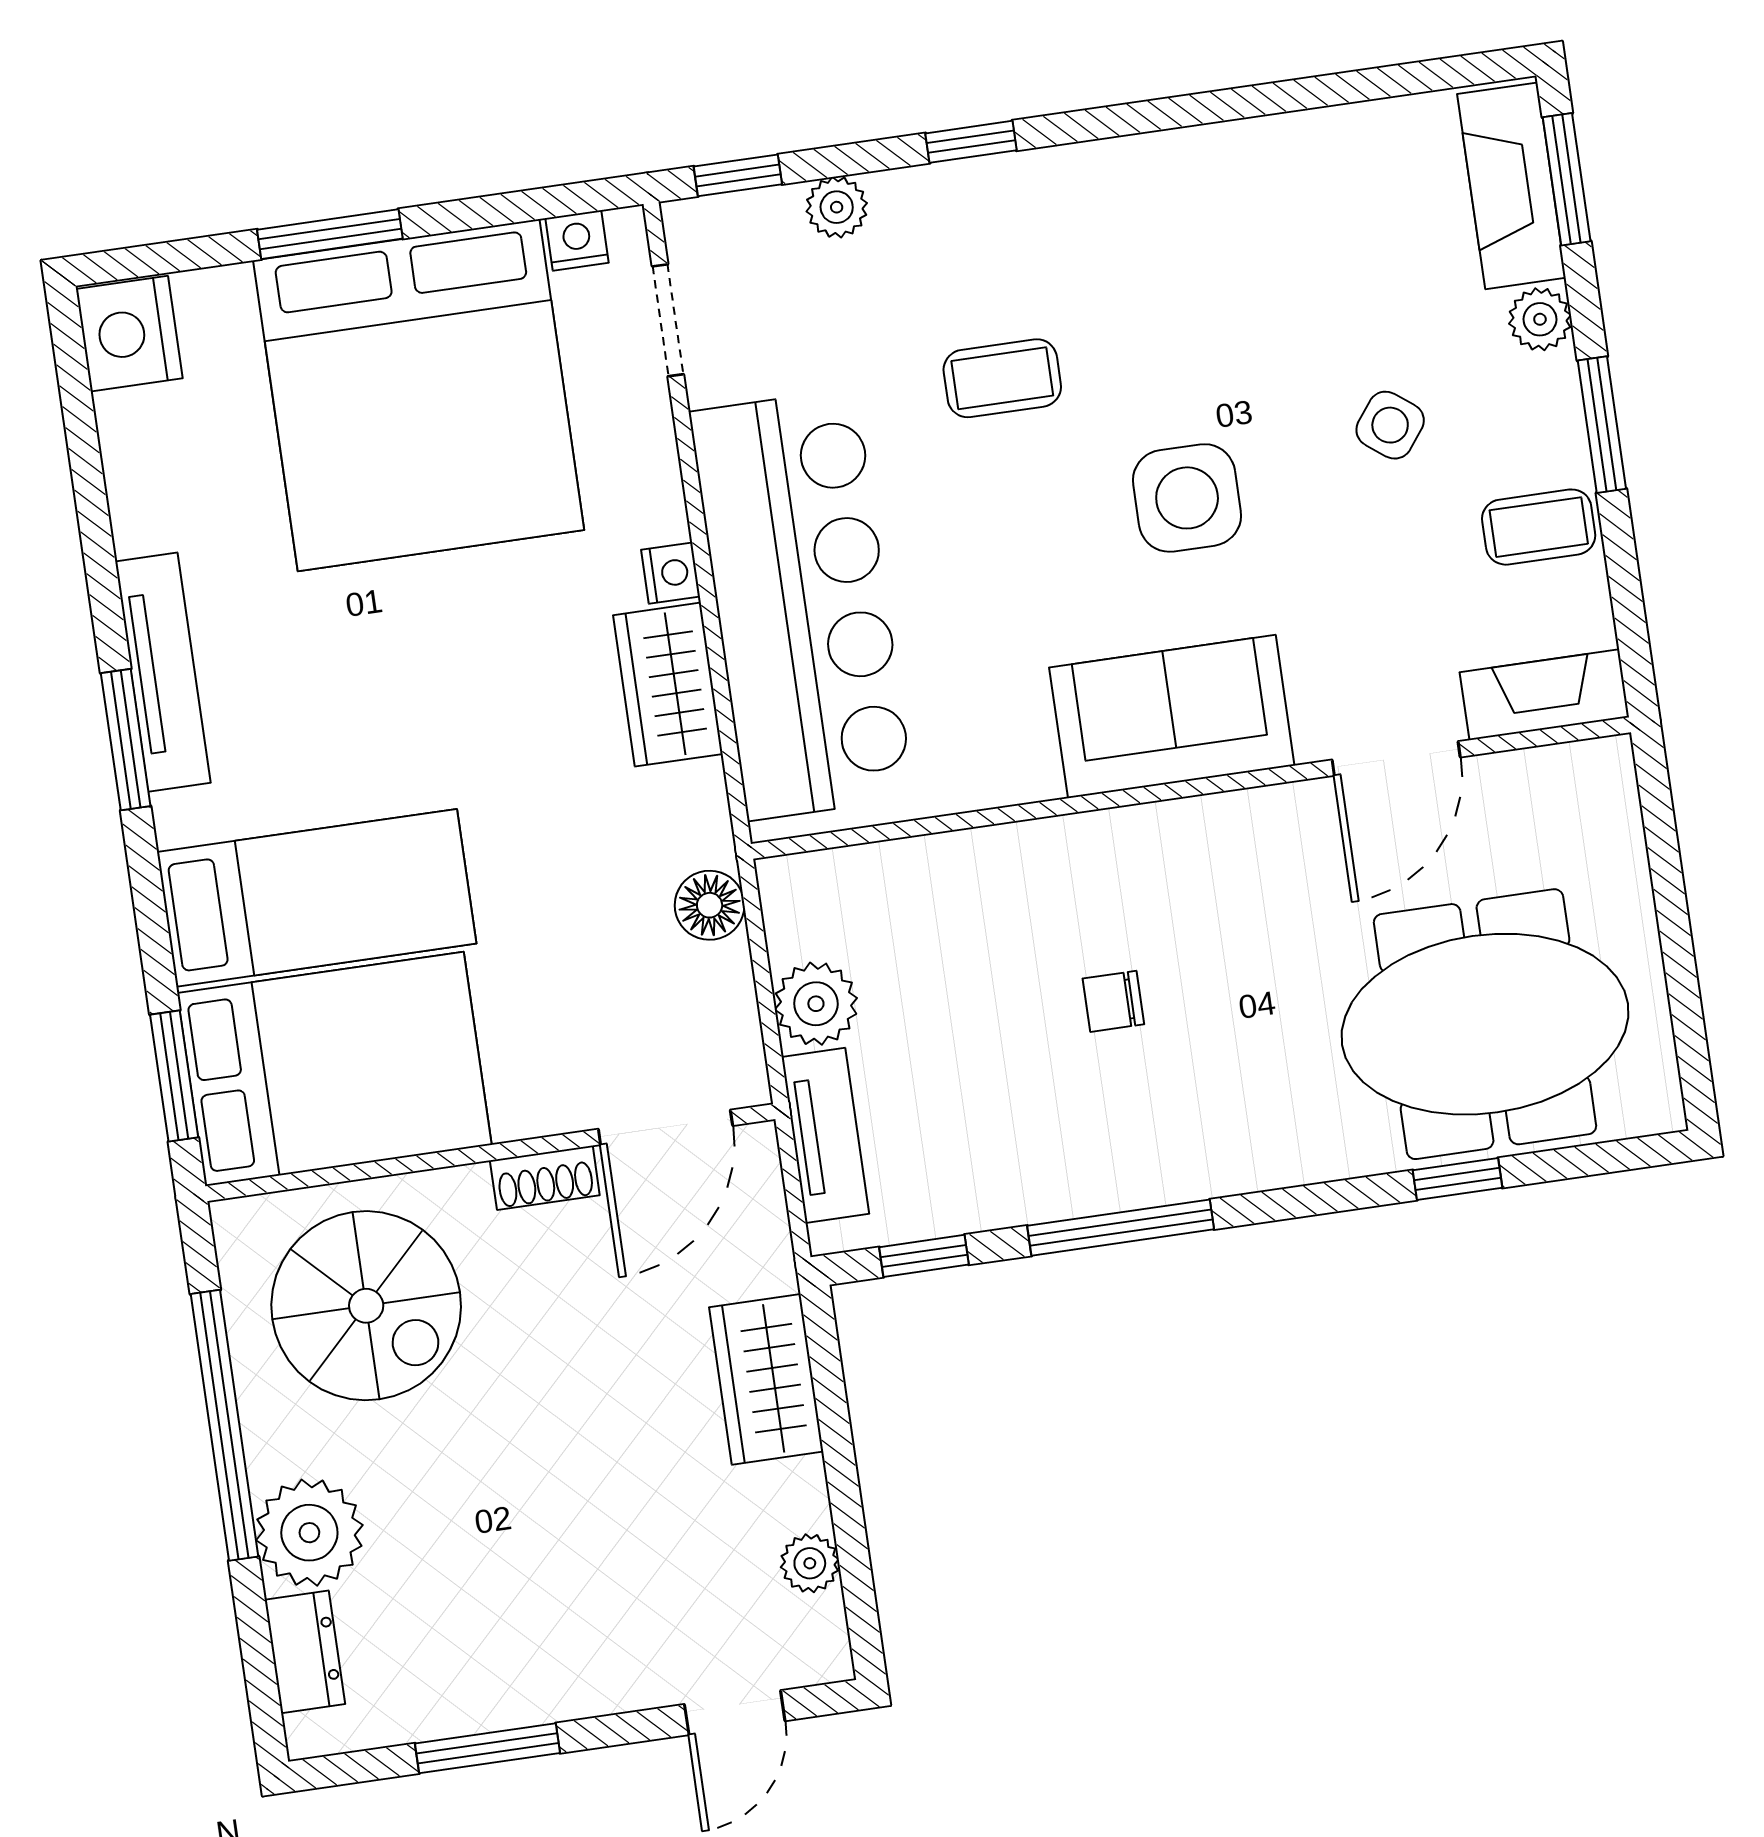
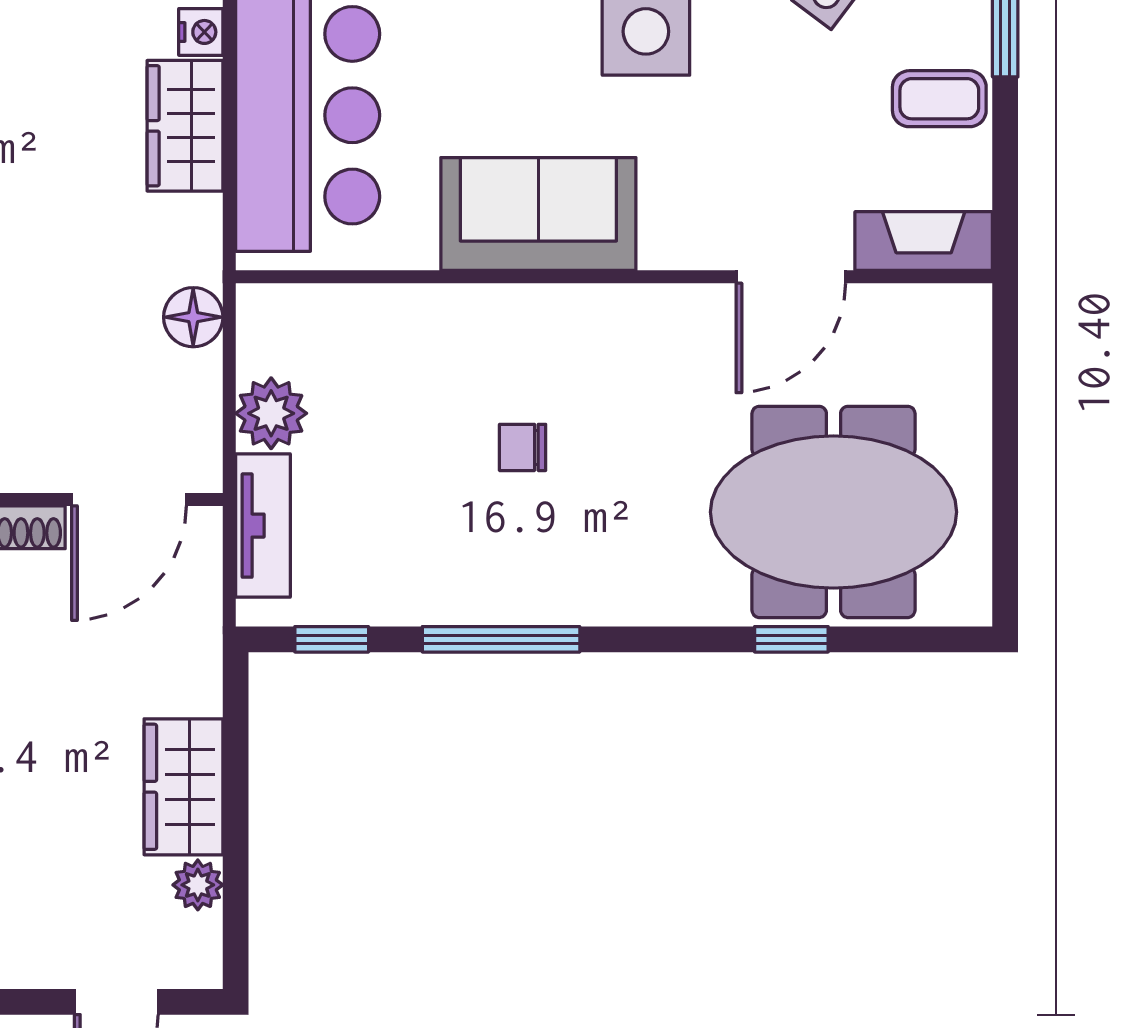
sofa: (1172, 716) -> (538, 214), moved
wardrobe: (766, 1379) -> (183, 787), moved

